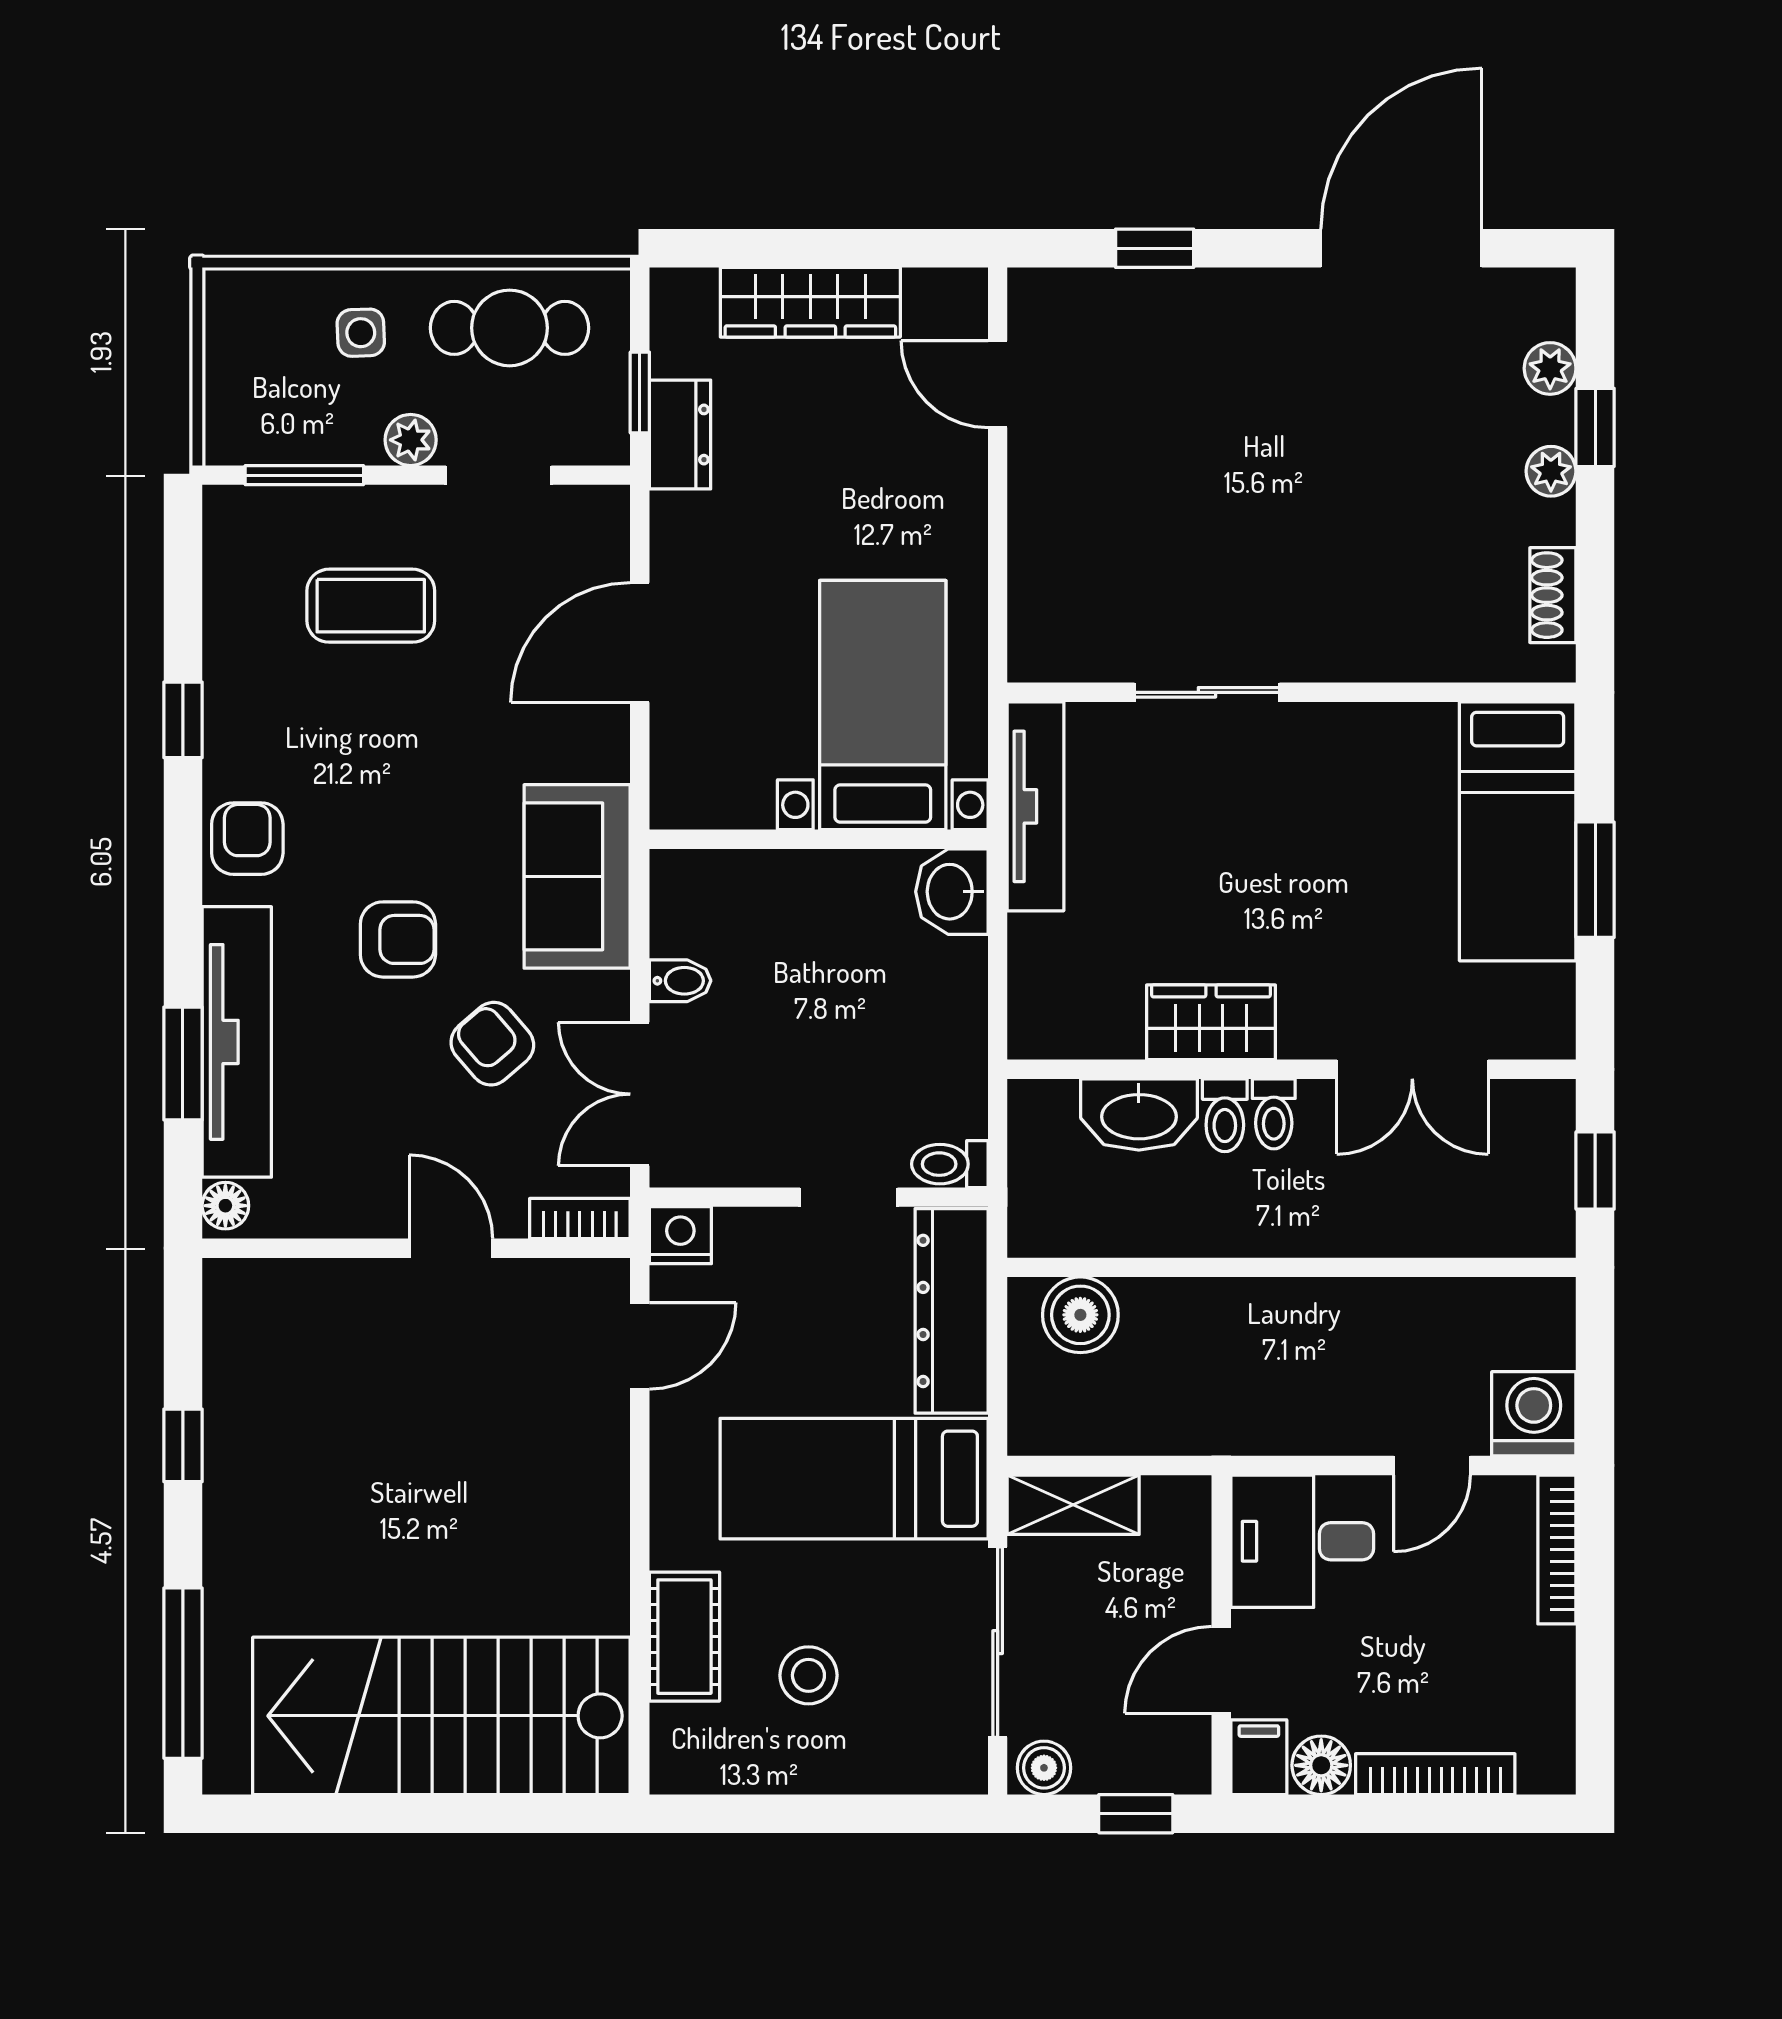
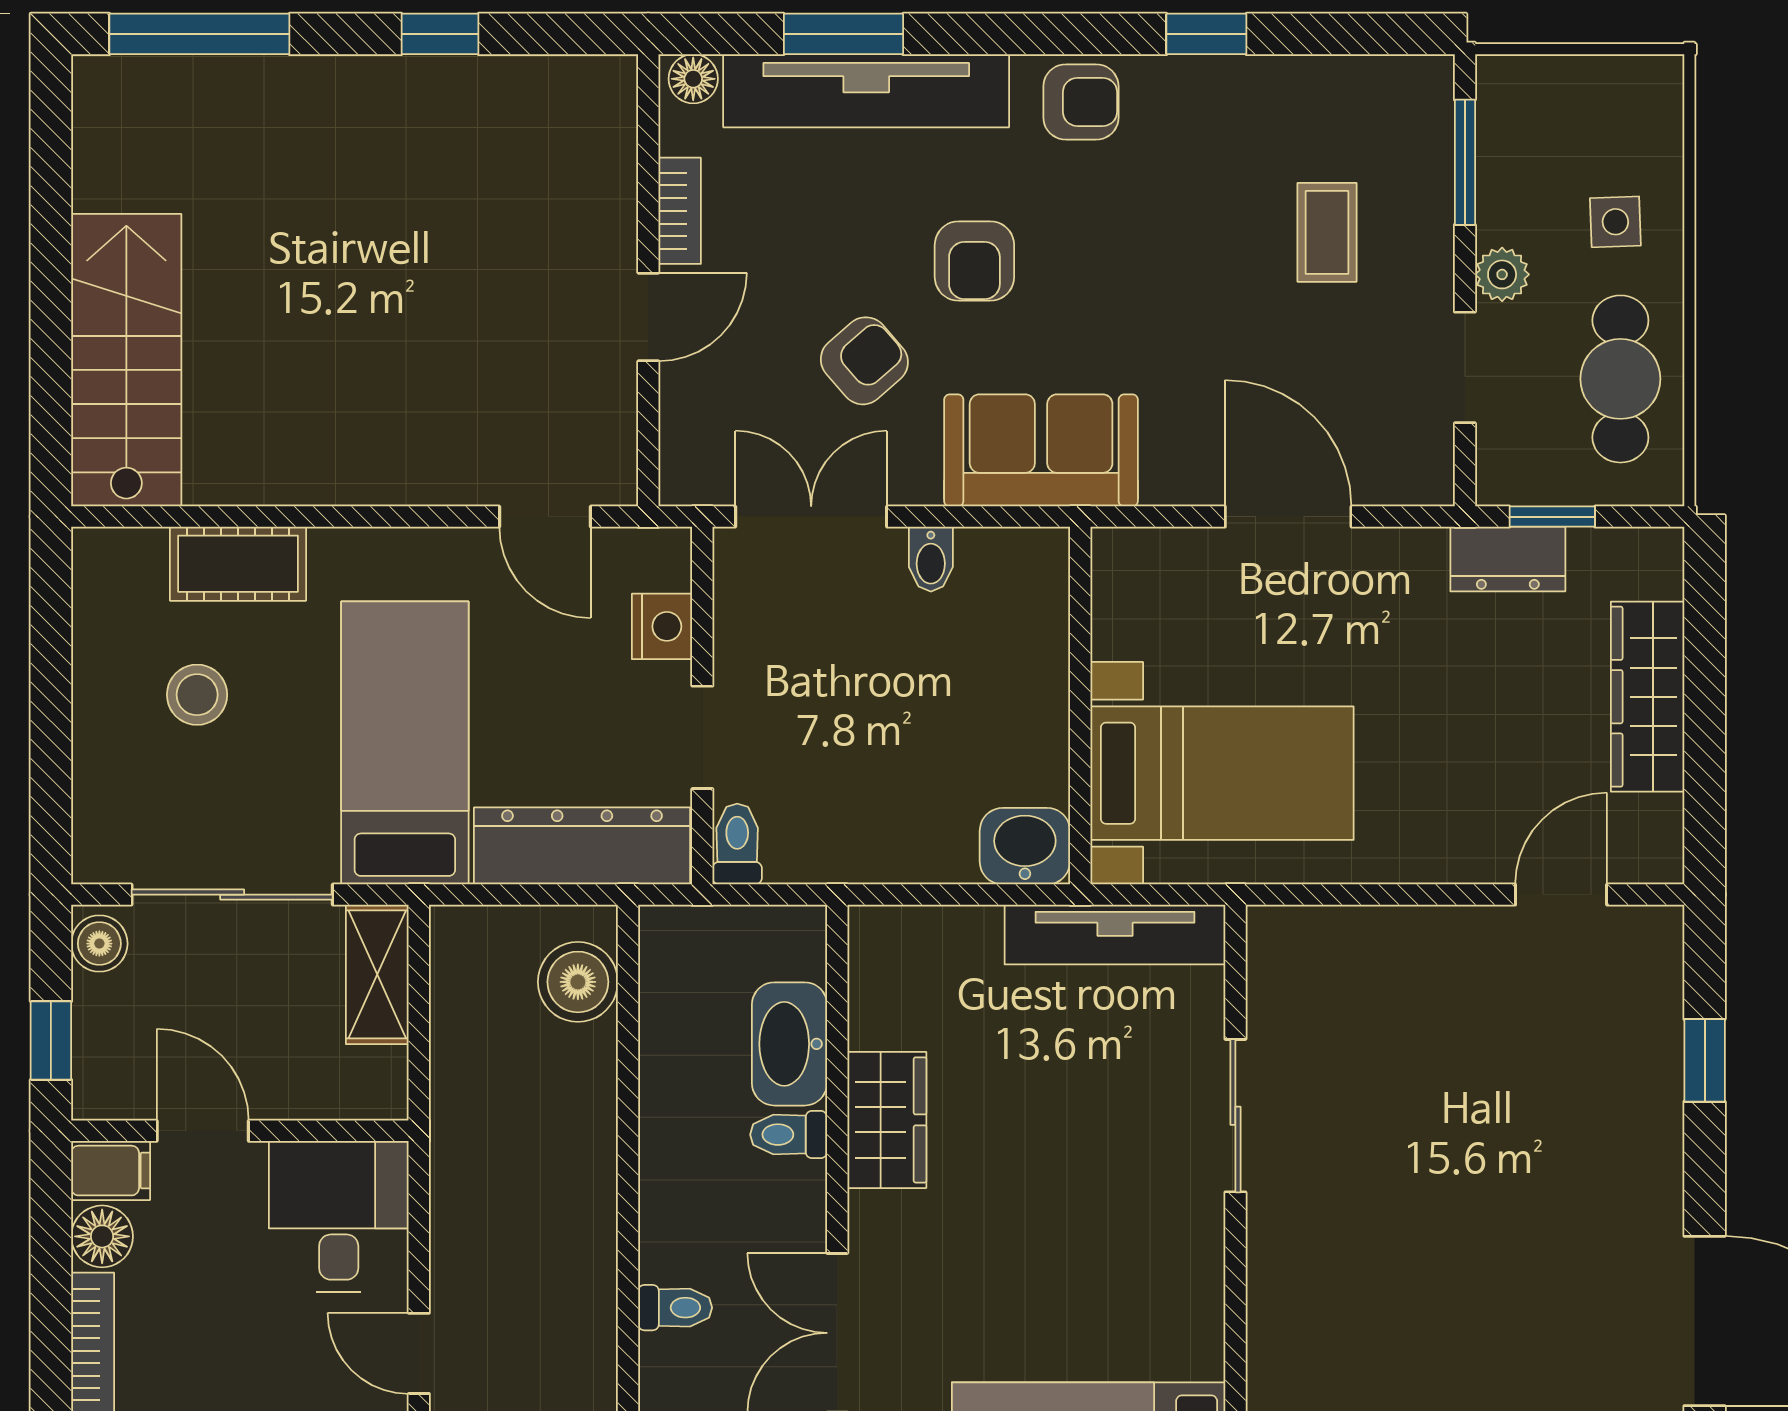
coffee table: (371, 606) -> (1327, 232), width x0.73, depth x0.77
toilet: (1274, 1114) -> (675, 1308), moved, turned 180
bookcase: (580, 1219) -> (680, 211), moved
nightstand: (680, 1235) -> (662, 626), moved
stairs: (441, 1716) -> (126, 360), width x0.73, depth x0.66

